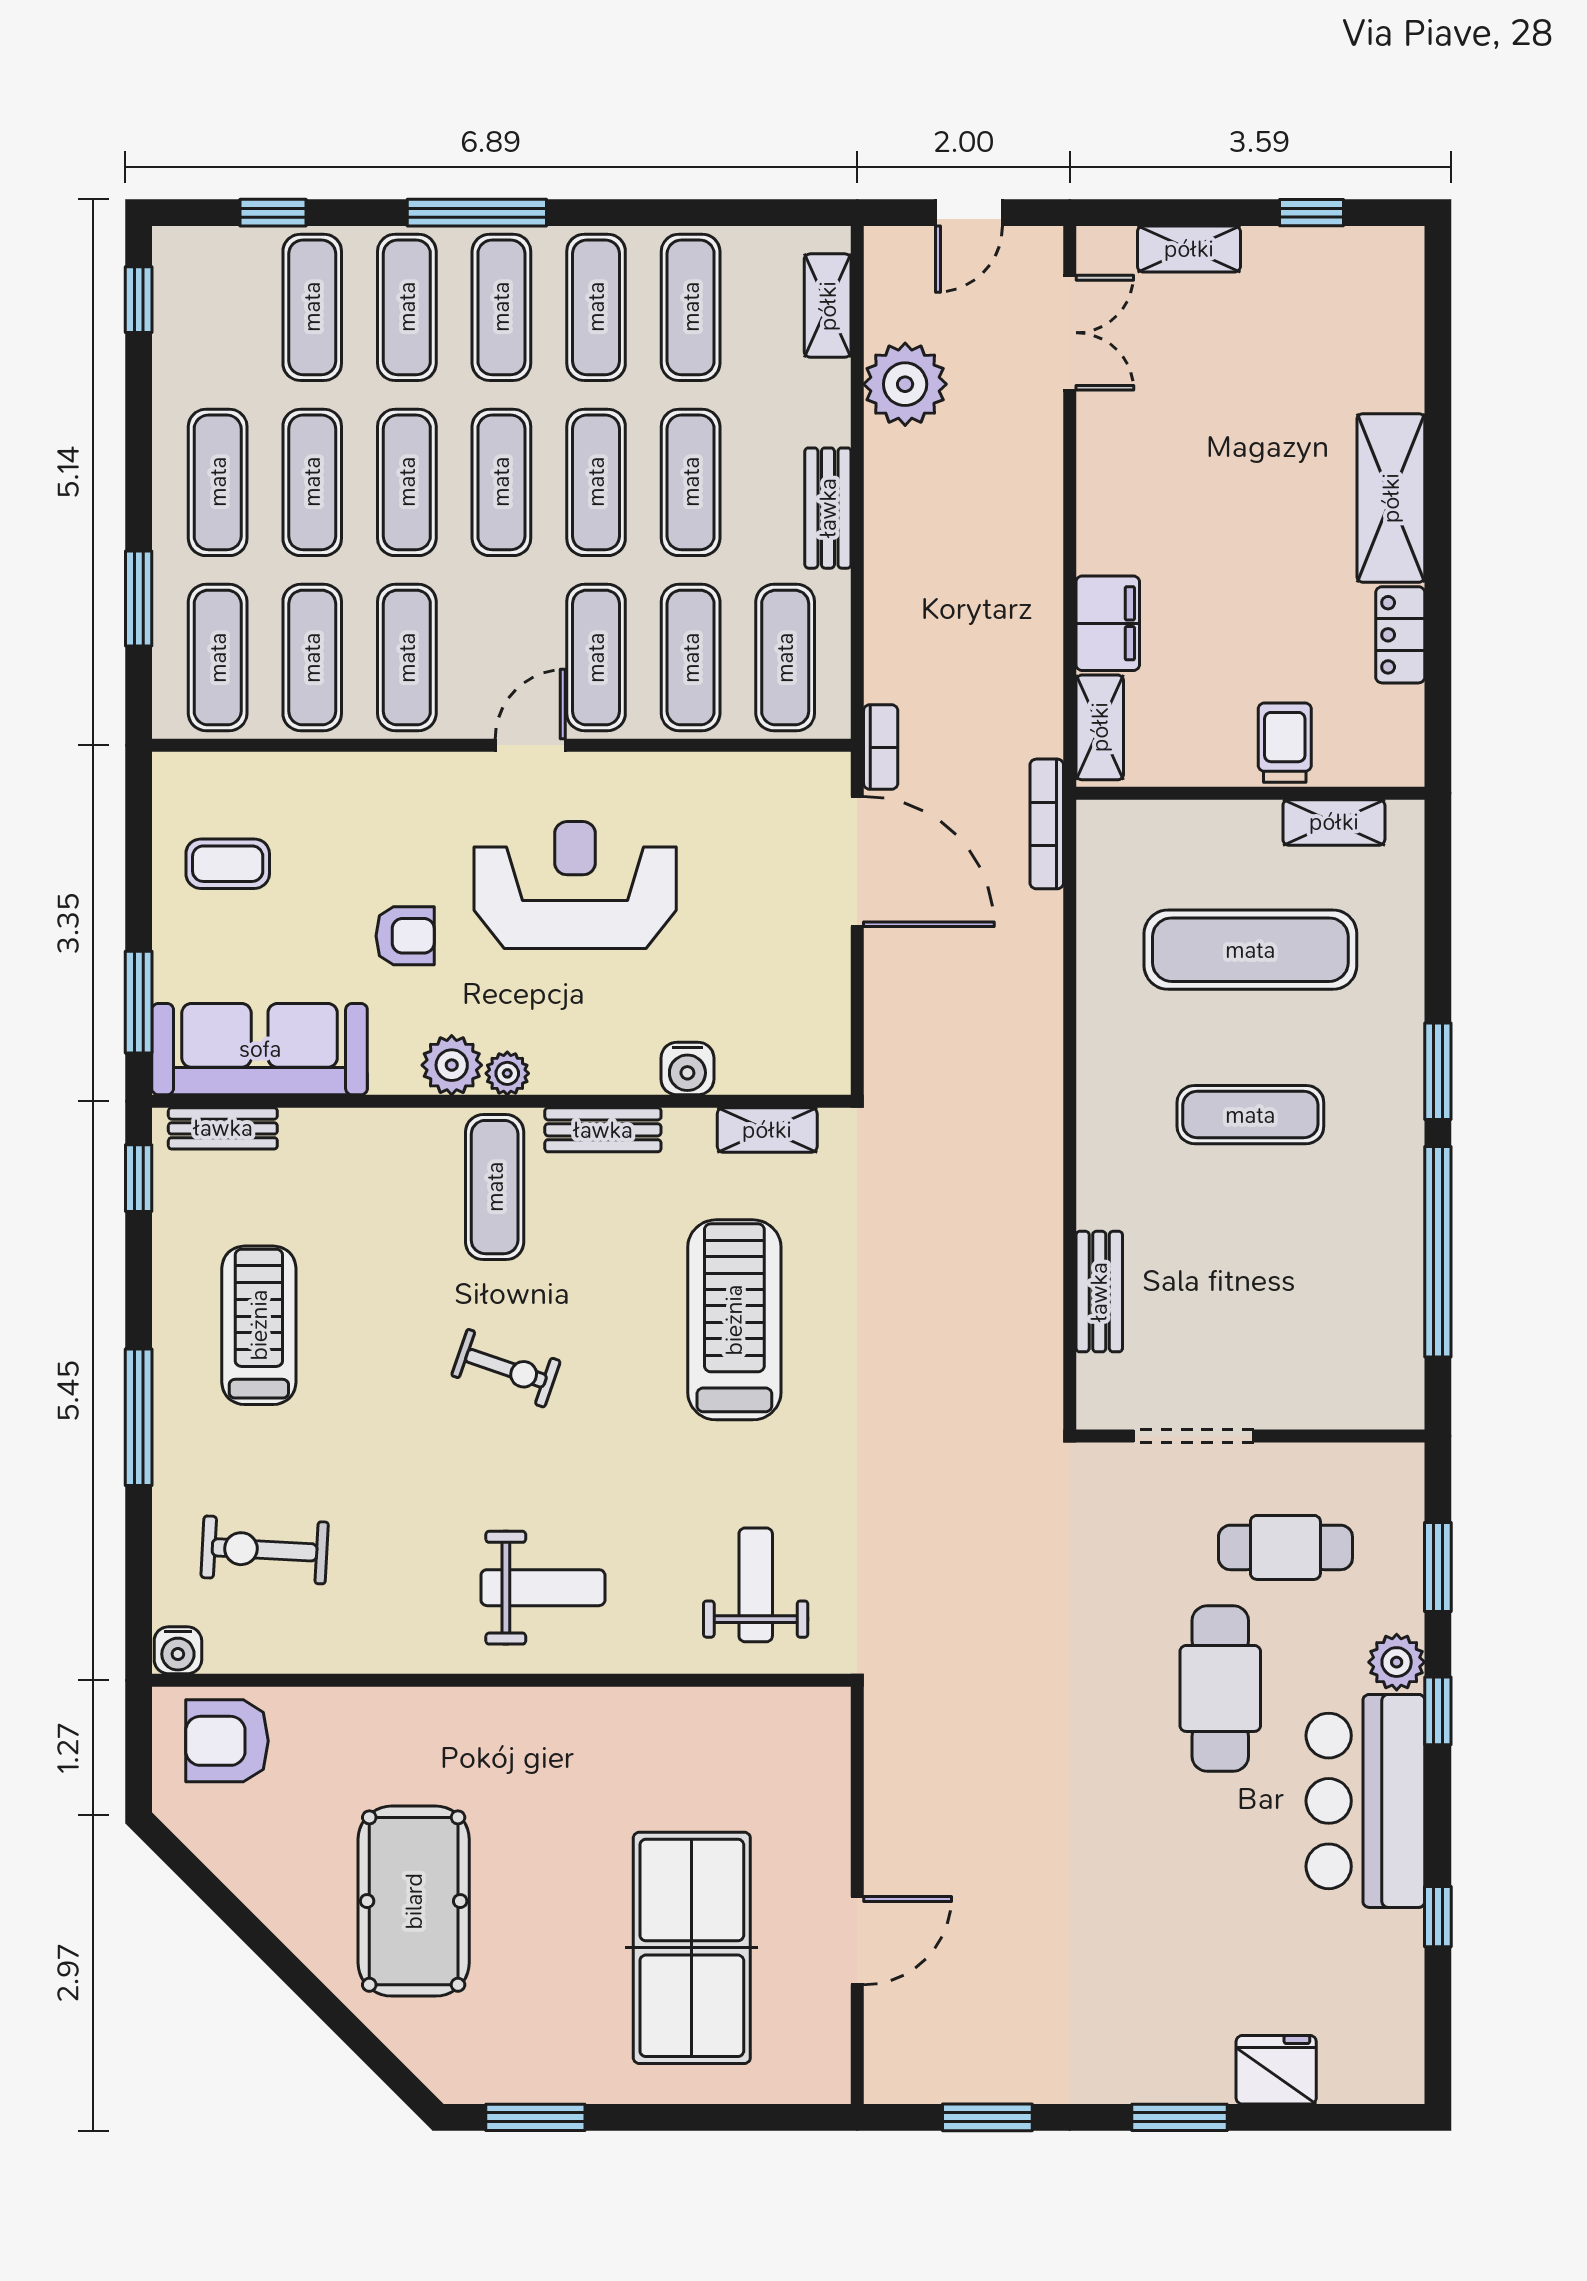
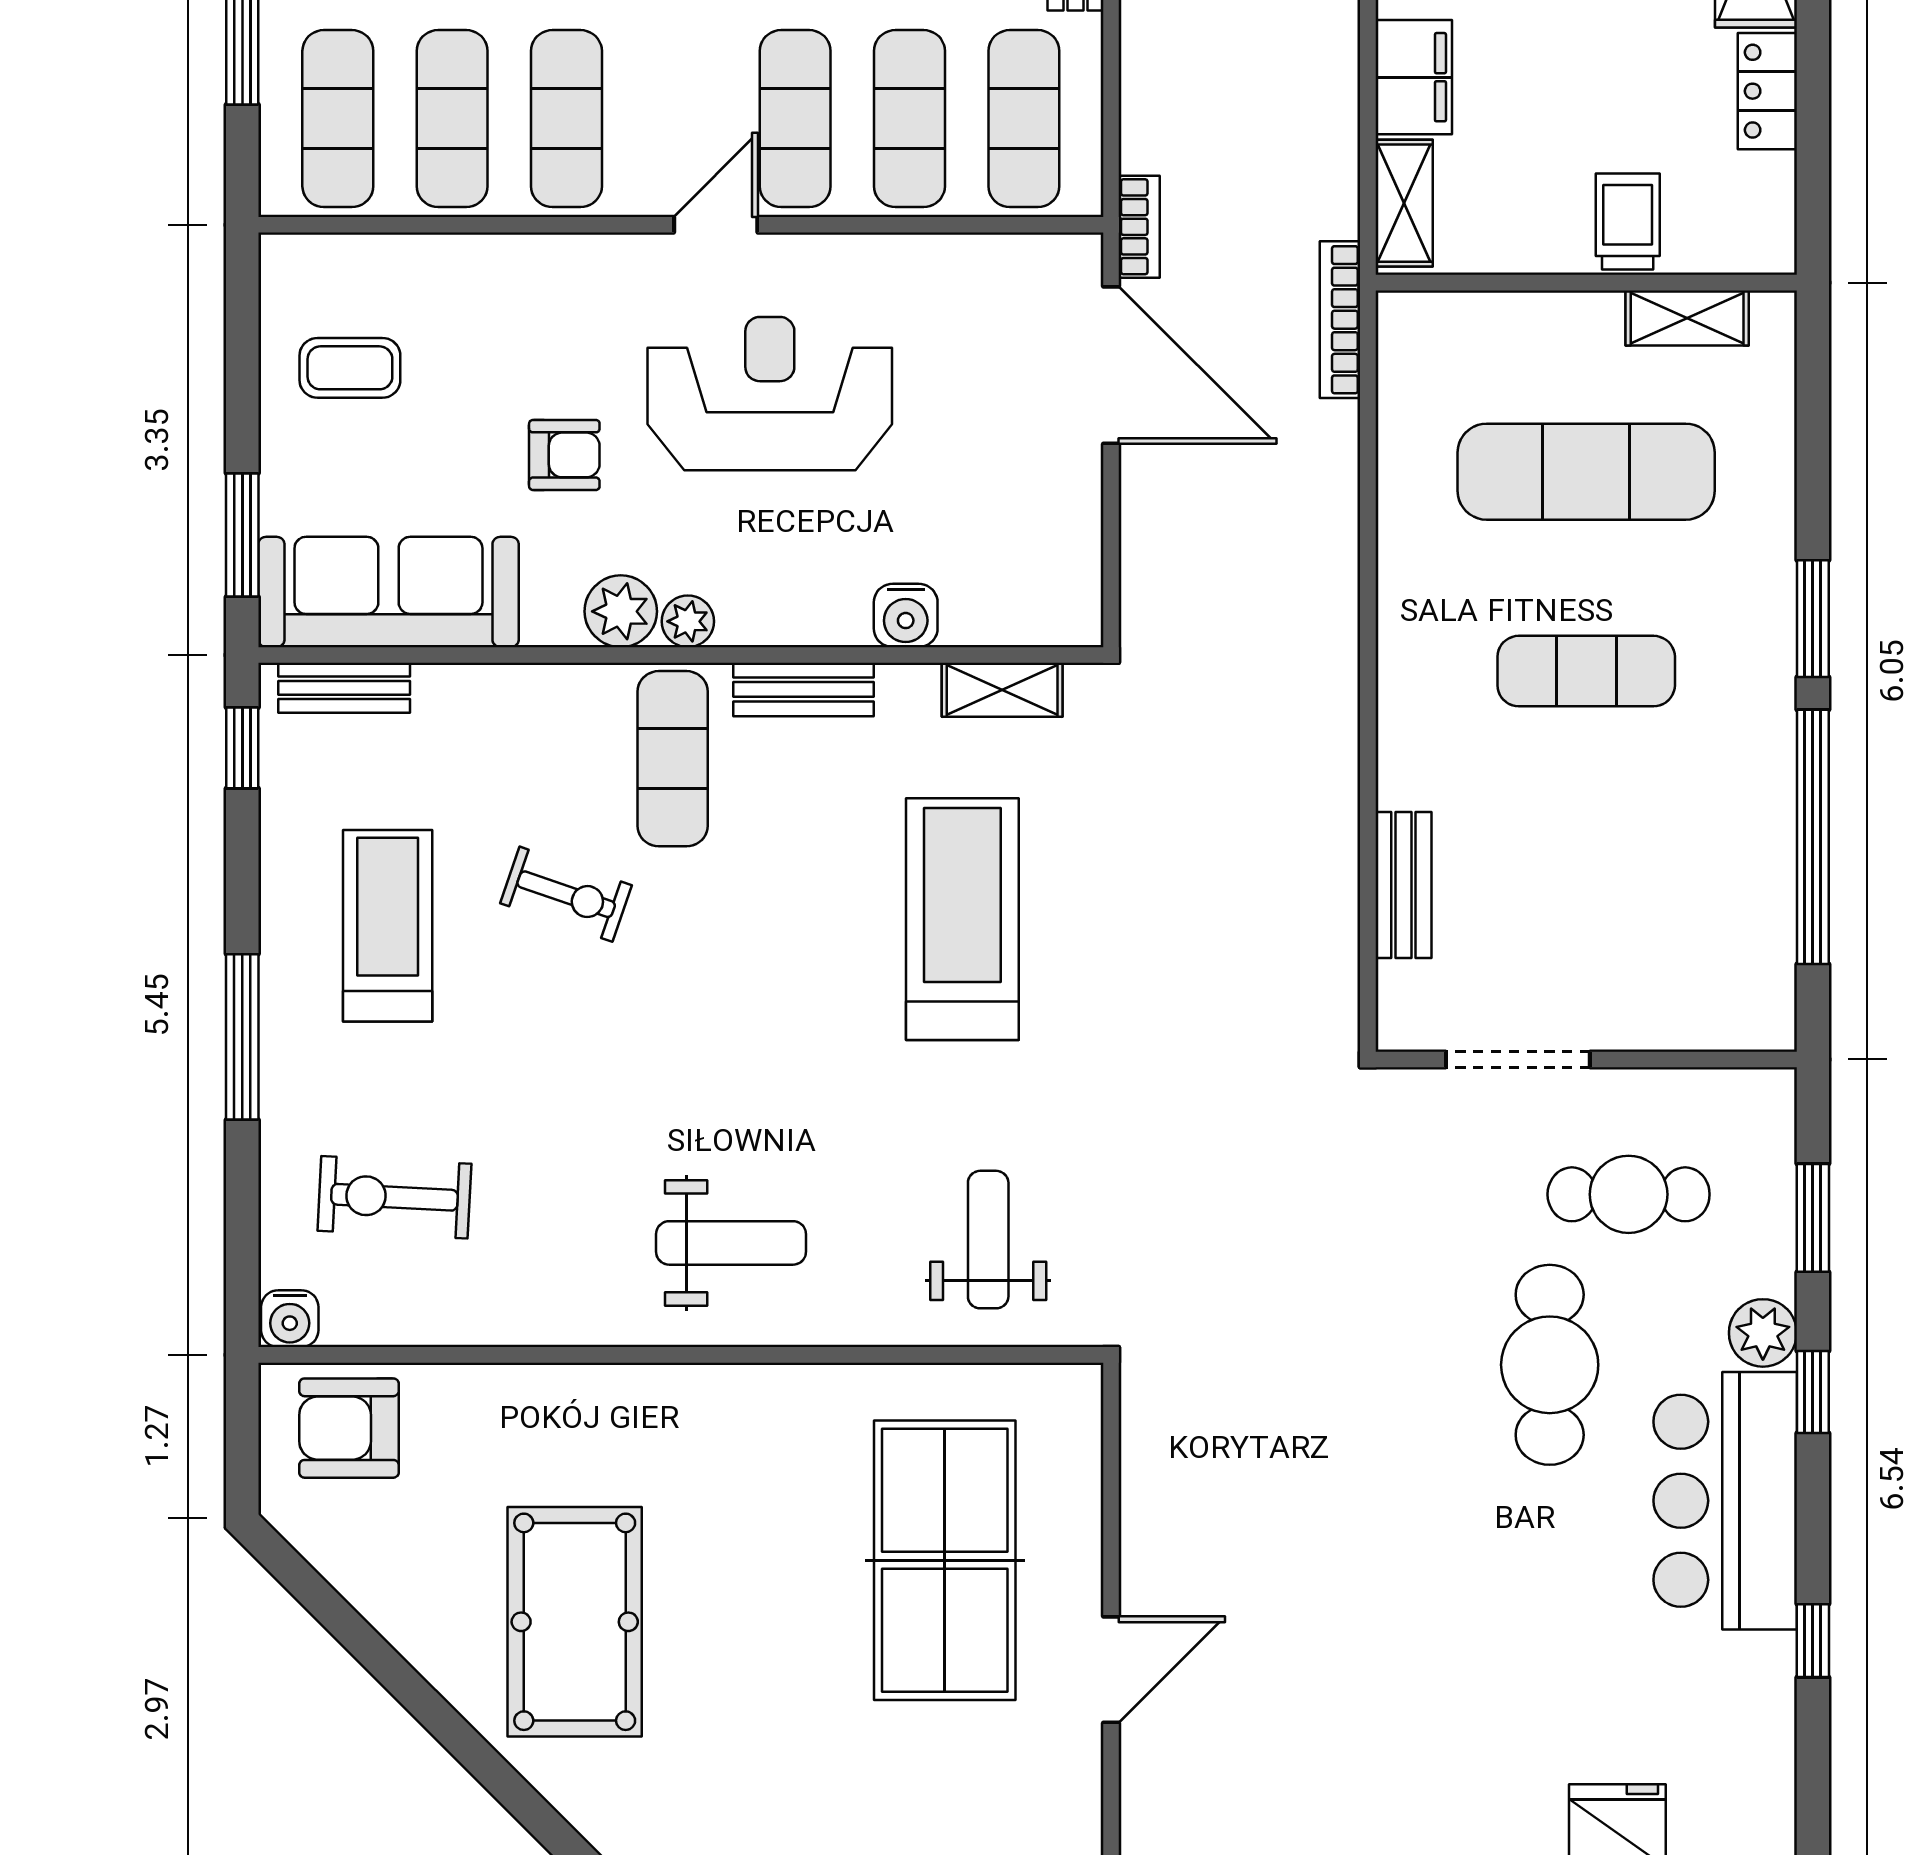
exercise bike: (506, 1368) -> (566, 894), moved
table tennis table: (692, 1948) -> (945, 1560), moved

